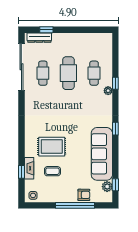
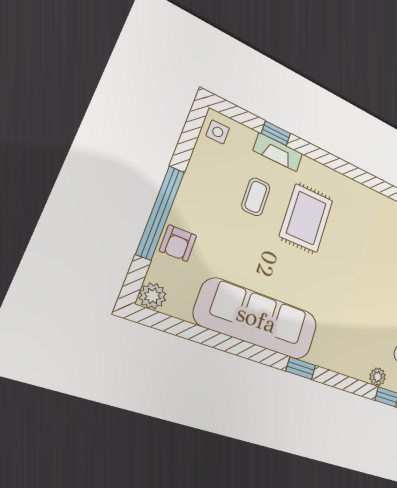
window: (115, 185) -> (176, 327), removed
plant: (107, 187) -> (153, 296), moved

